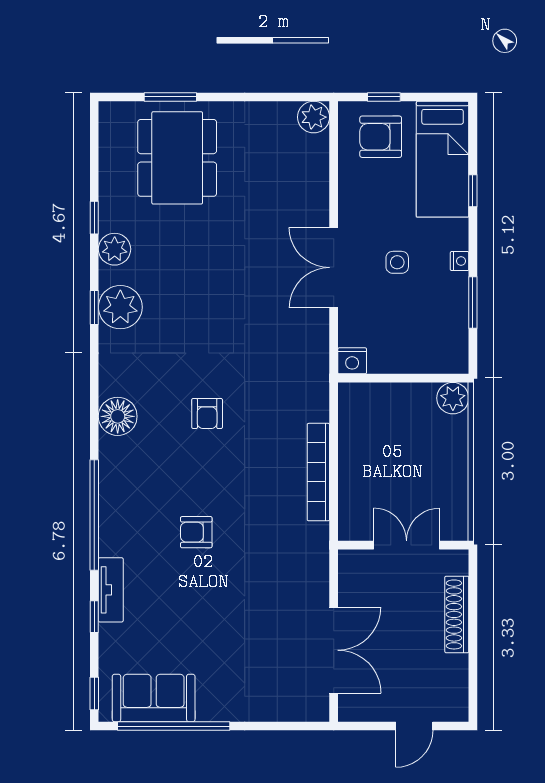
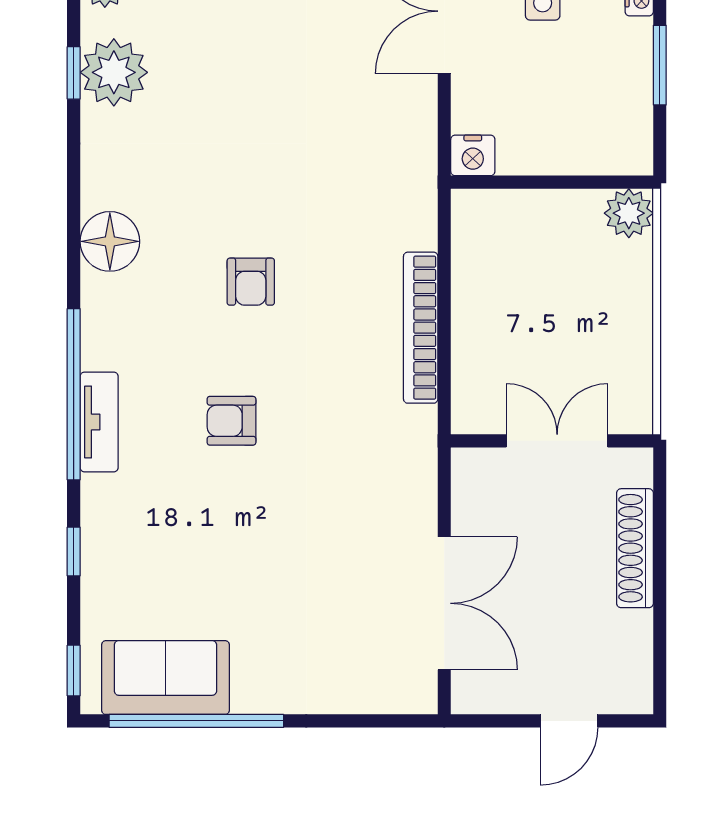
armchair: (207, 413) -> (251, 282), moved
tv unit: (111, 590) -> (99, 422), moved

